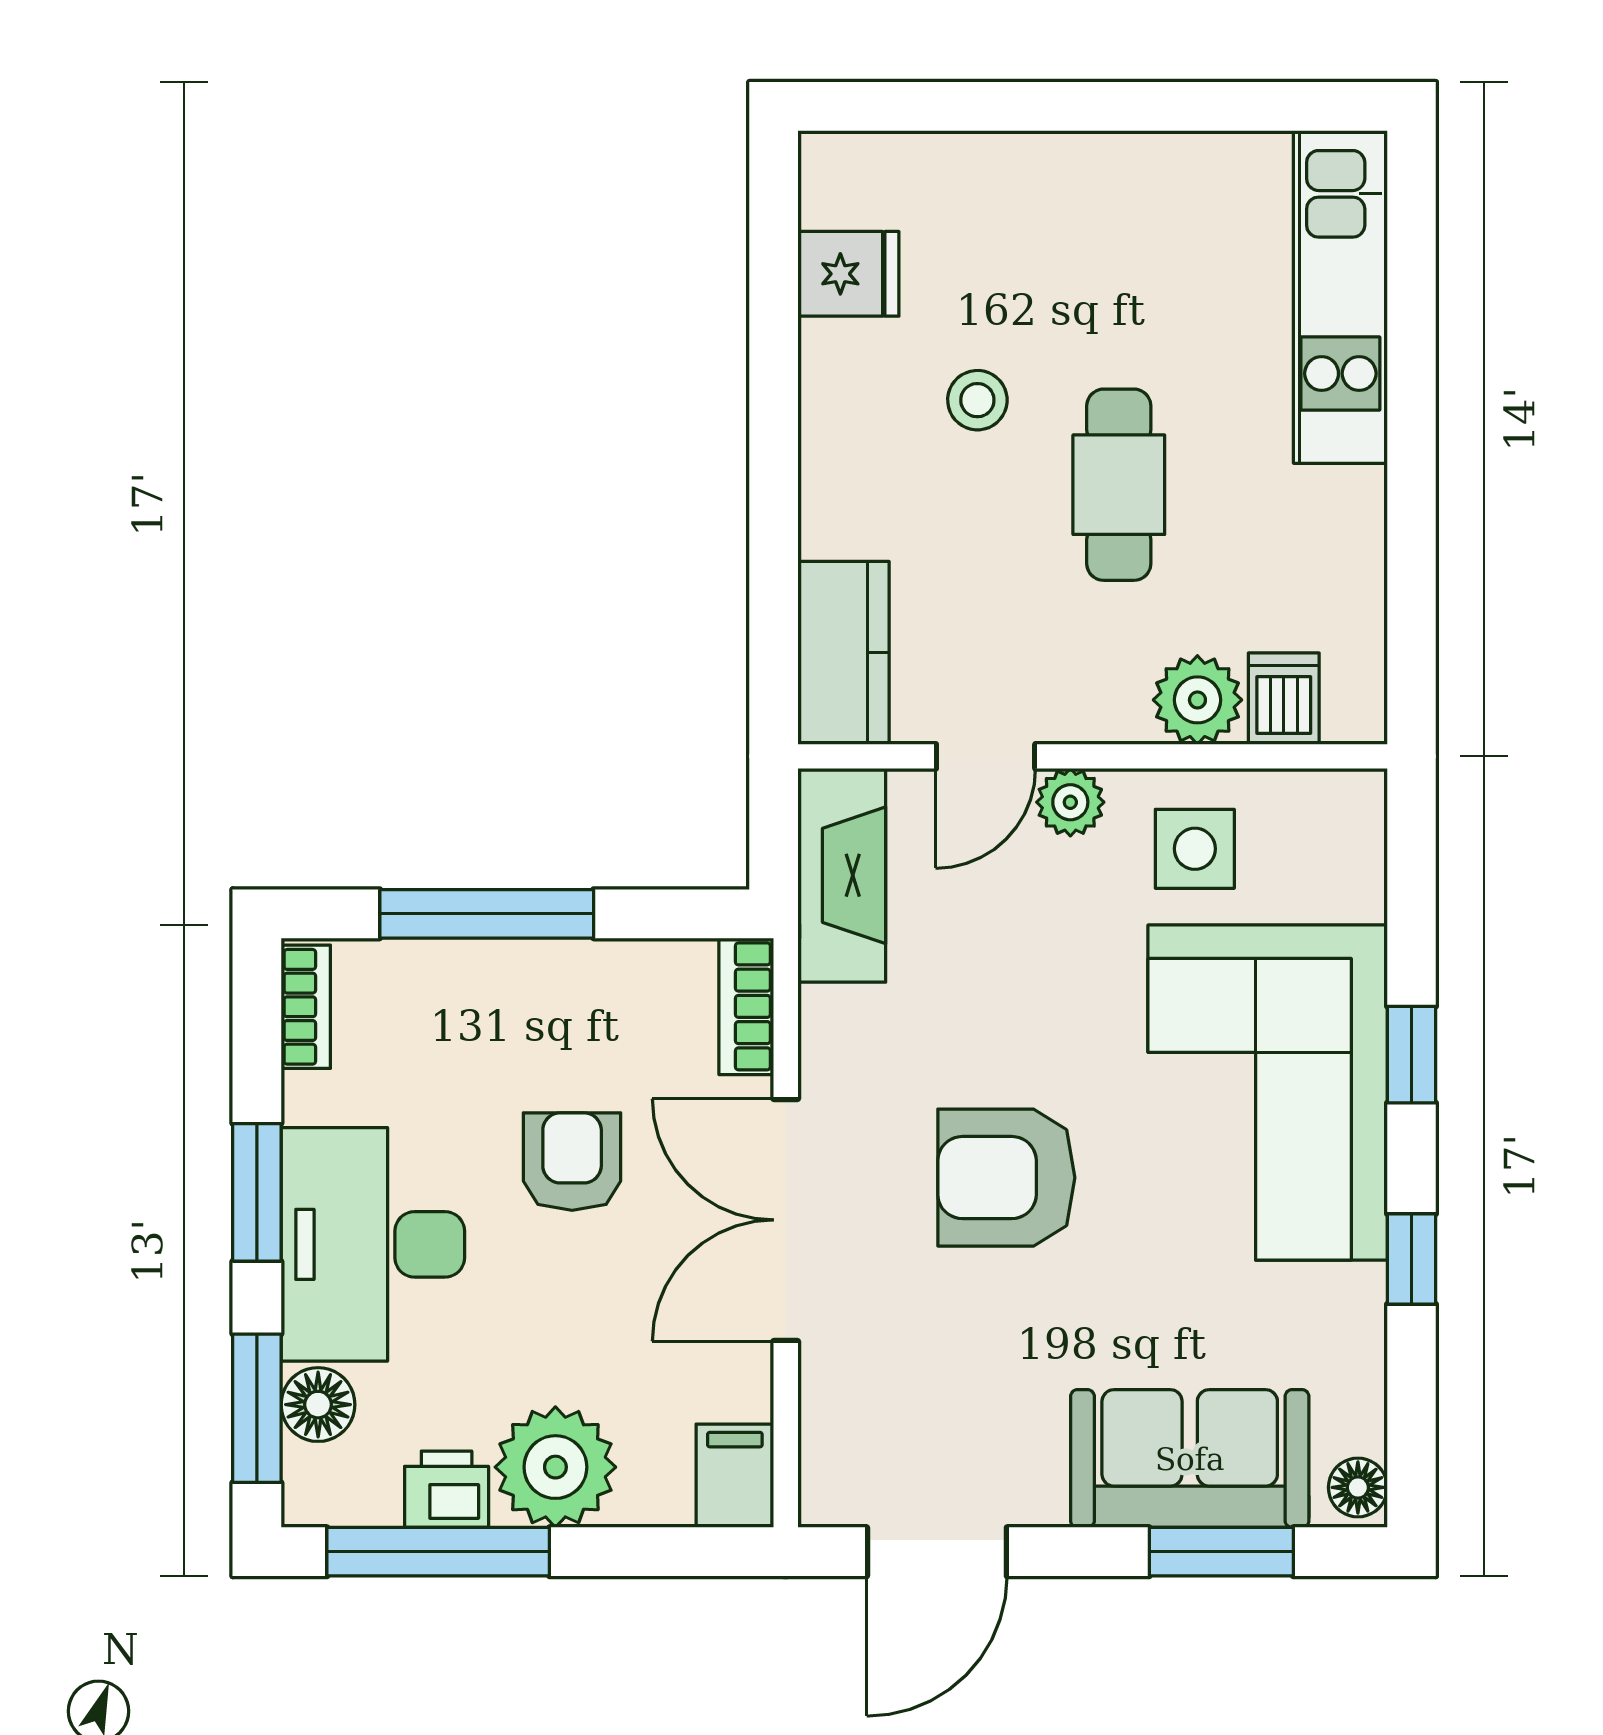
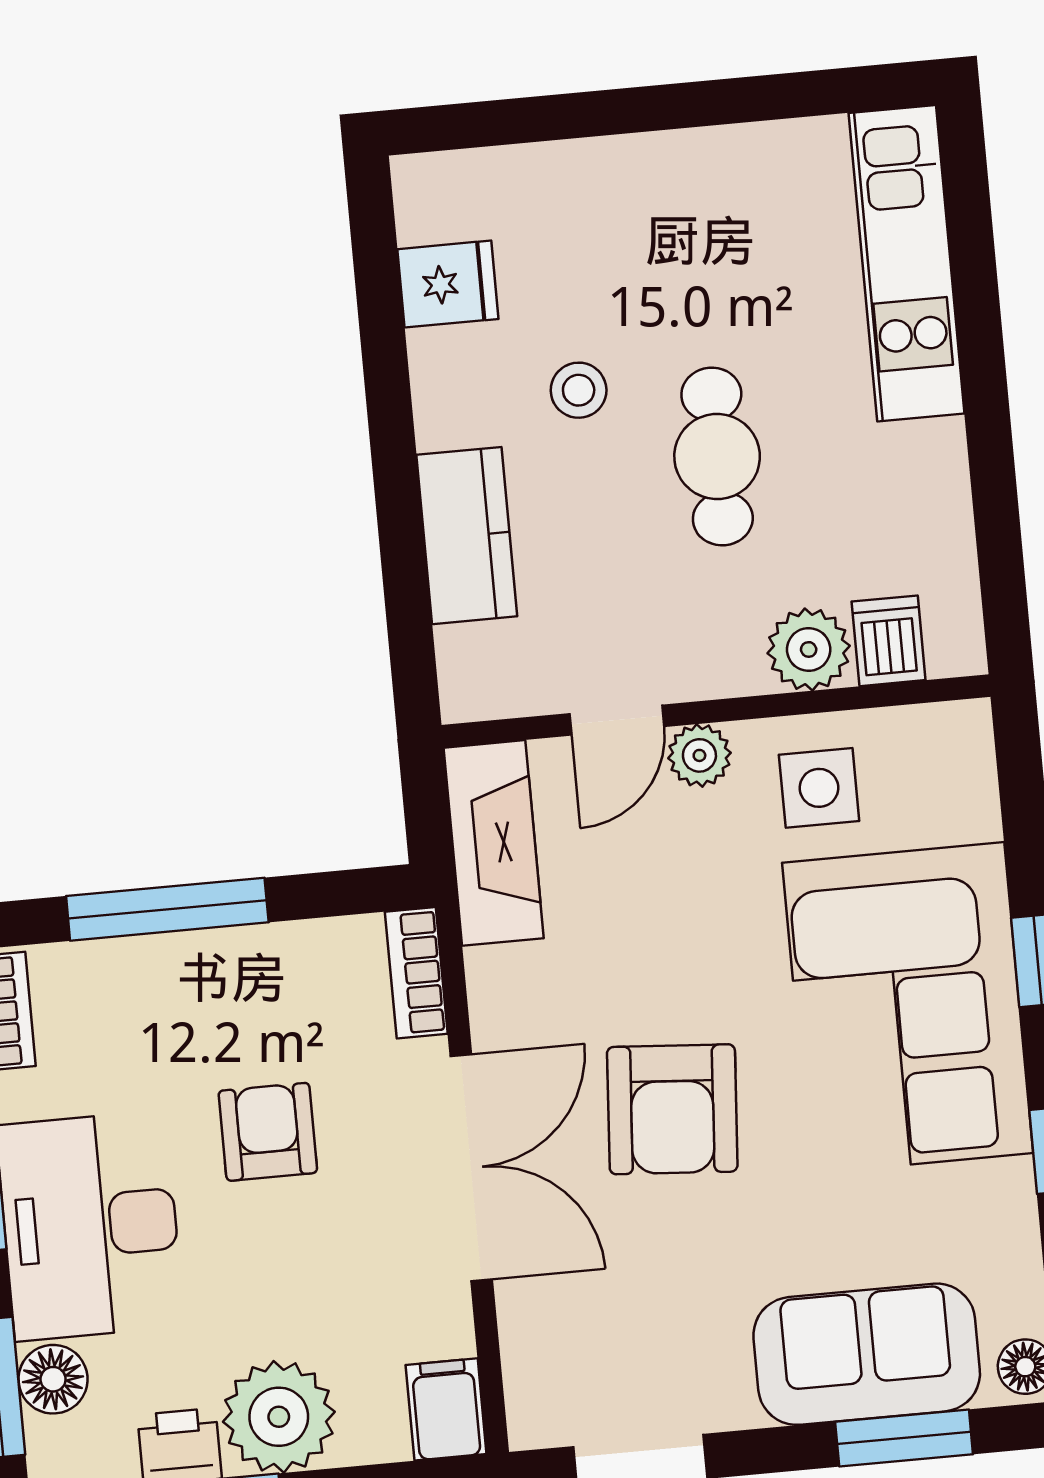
kitchen counter: (844, 653) -> (467, 536), moved
armchair: (1006, 1178) -> (672, 1109), turned -86
double door: (786, 1220) -> (471, 1168), swing flipped

